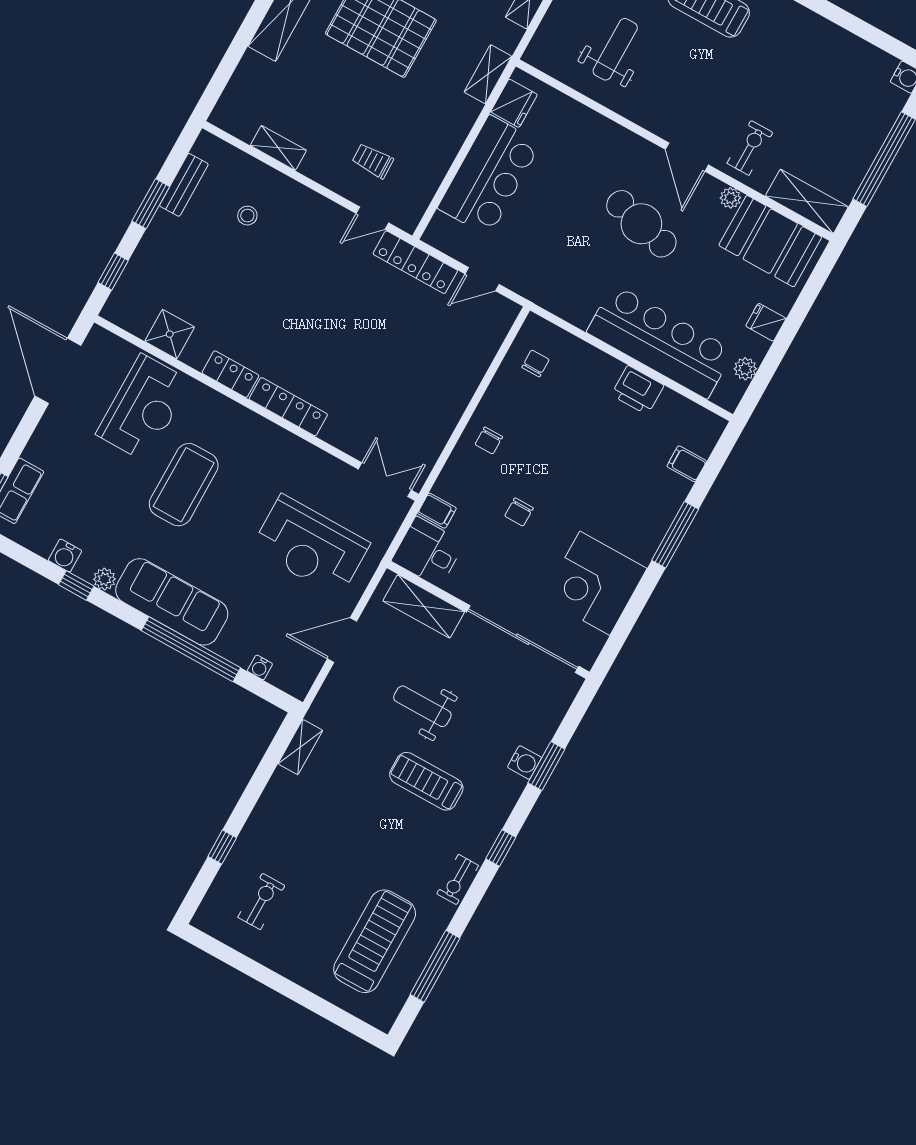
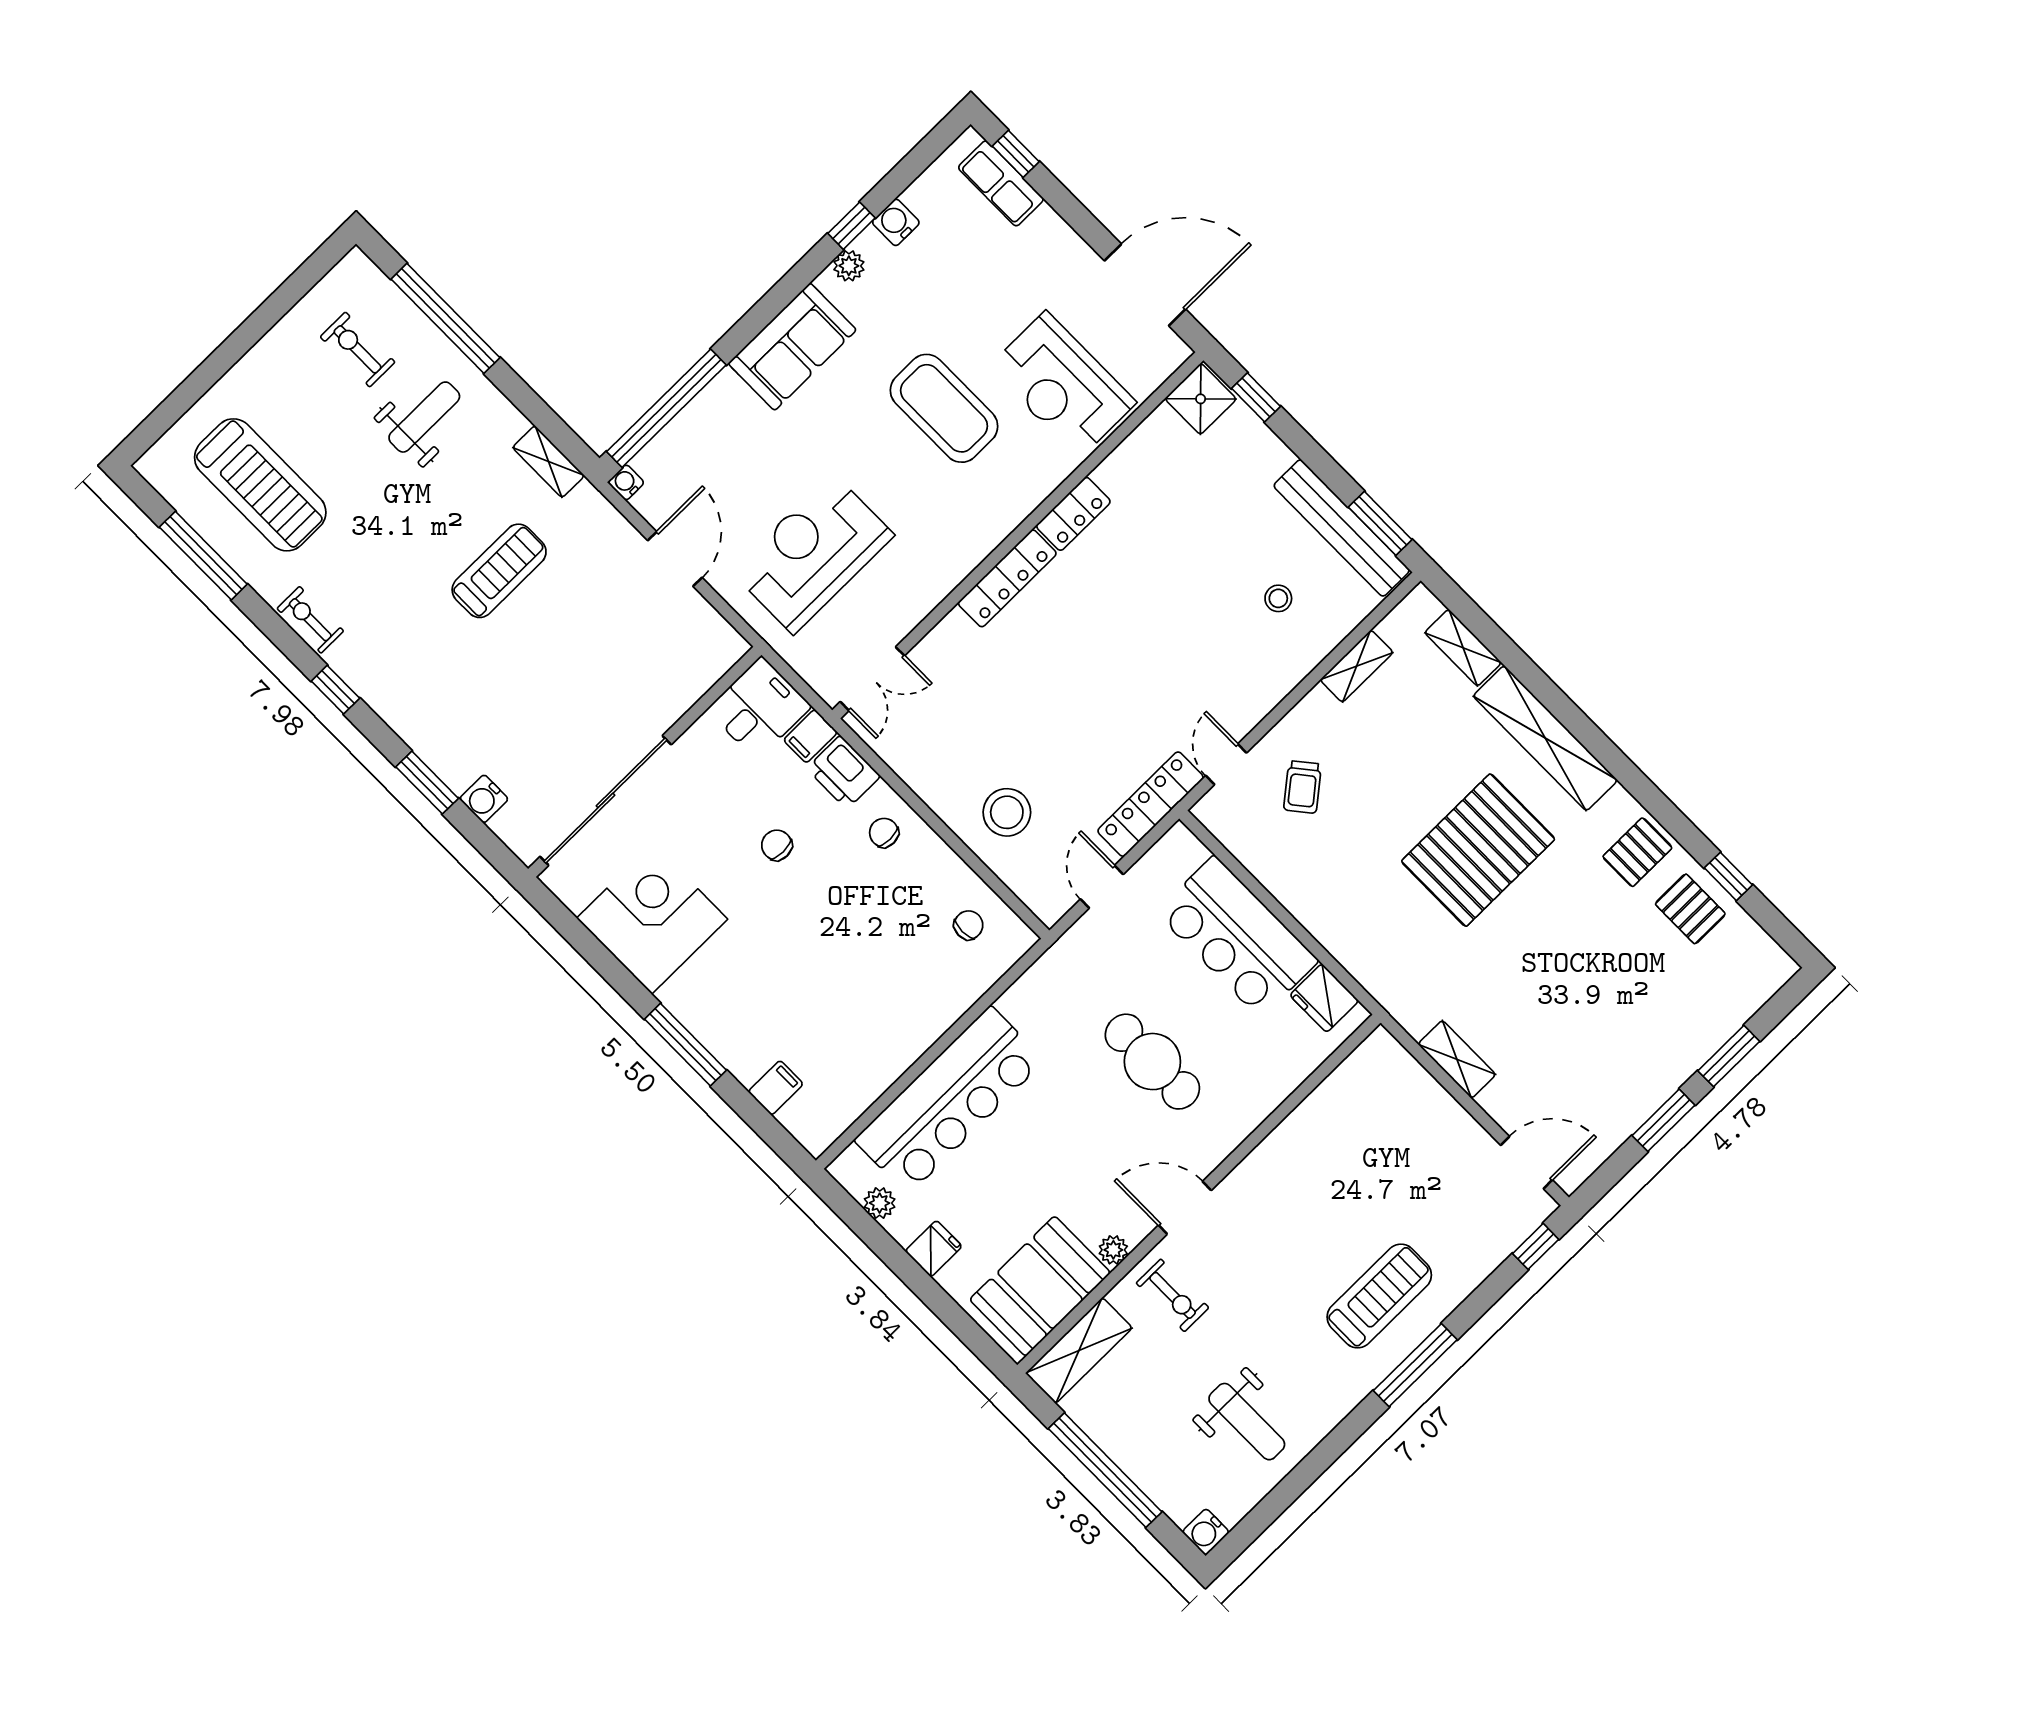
weight bench: (615, 49) -> (1247, 1422), moved
shelving: (488, 74) -> (1463, 648), moved
trolley: (373, 161) -> (1302, 787), turned 142
bench: (184, 185) -> (1342, 528), width x1.86, depth x1.21
window: (151, 204) -> (1380, 523), moved
cafe table: (641, 224) -> (1152, 1062), moved, turned 76
shower: (170, 334) -> (1201, 399), moved
stool: (450, 360) -> (1007, 812), added
chair: (536, 363) -> (969, 925), turned -90
printer: (638, 390) -> (844, 772), moved, turned -90
sofa: (172, 602) -> (792, 347), width x0.73
shelving: (424, 606) -> (688, 681), removed
window: (191, 649) -> (666, 408), moved
water cooler: (260, 667) -> (626, 482), moved
weight bench: (422, 706) -> (424, 417), moved
water cooler: (525, 762) -> (484, 799), moved
treadmill: (426, 781) -> (499, 571), moved
window: (222, 847) -> (445, 318), width x3.17
exercise bike: (261, 901) -> (358, 349), turned 180

